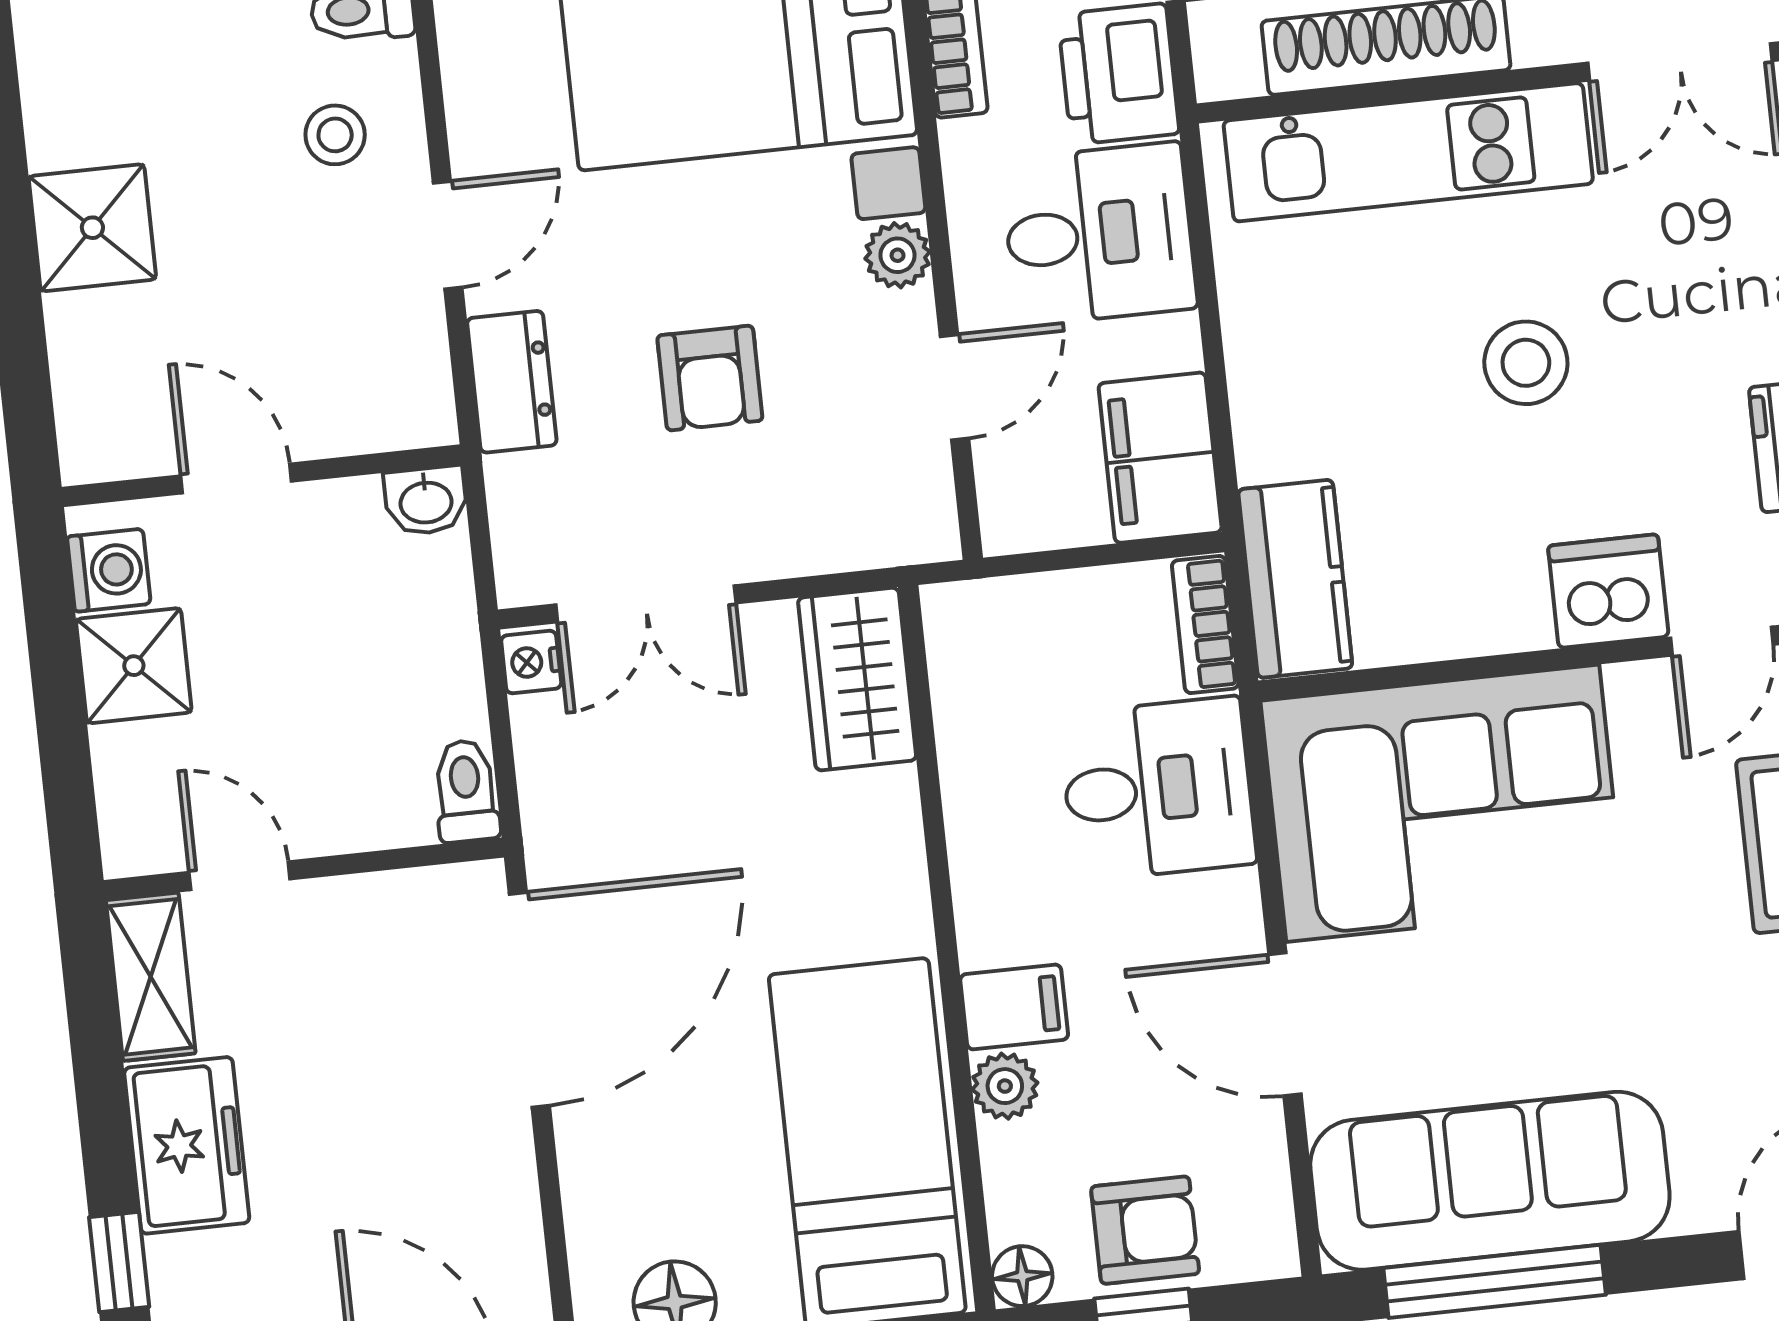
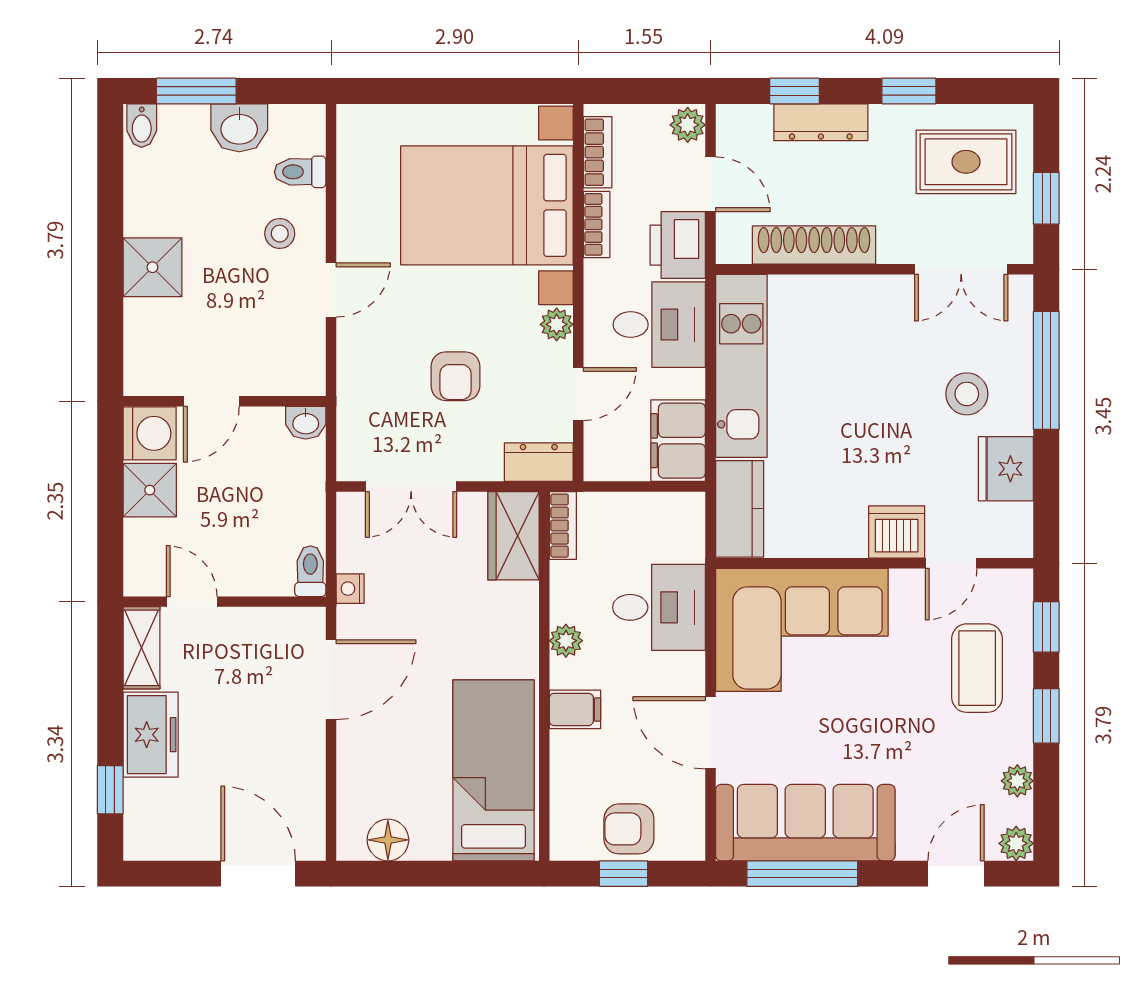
kitchen unit: (1408, 152) -> (741, 366), moved, turned -90
stool: (1526, 363) -> (967, 394), moved
dresser: (512, 382) -> (539, 462), moved, turned -90
door: (236, 478) -> (211, 401), swing flipped
washing machine: (109, 570) -> (150, 433), width x1.38, depth x1.38
bookcase: (1205, 625) -> (563, 526), moved, turned 180
nightstand: (531, 662) -> (350, 589), moved
door: (529, 1000) -> (331, 680), width x0.73
plant: (1005, 1086) -> (566, 641), moved
armchair: (1145, 1230) -> (629, 829), turned 180
floor lamp: (1022, 1276) -> (565, 846), removed

